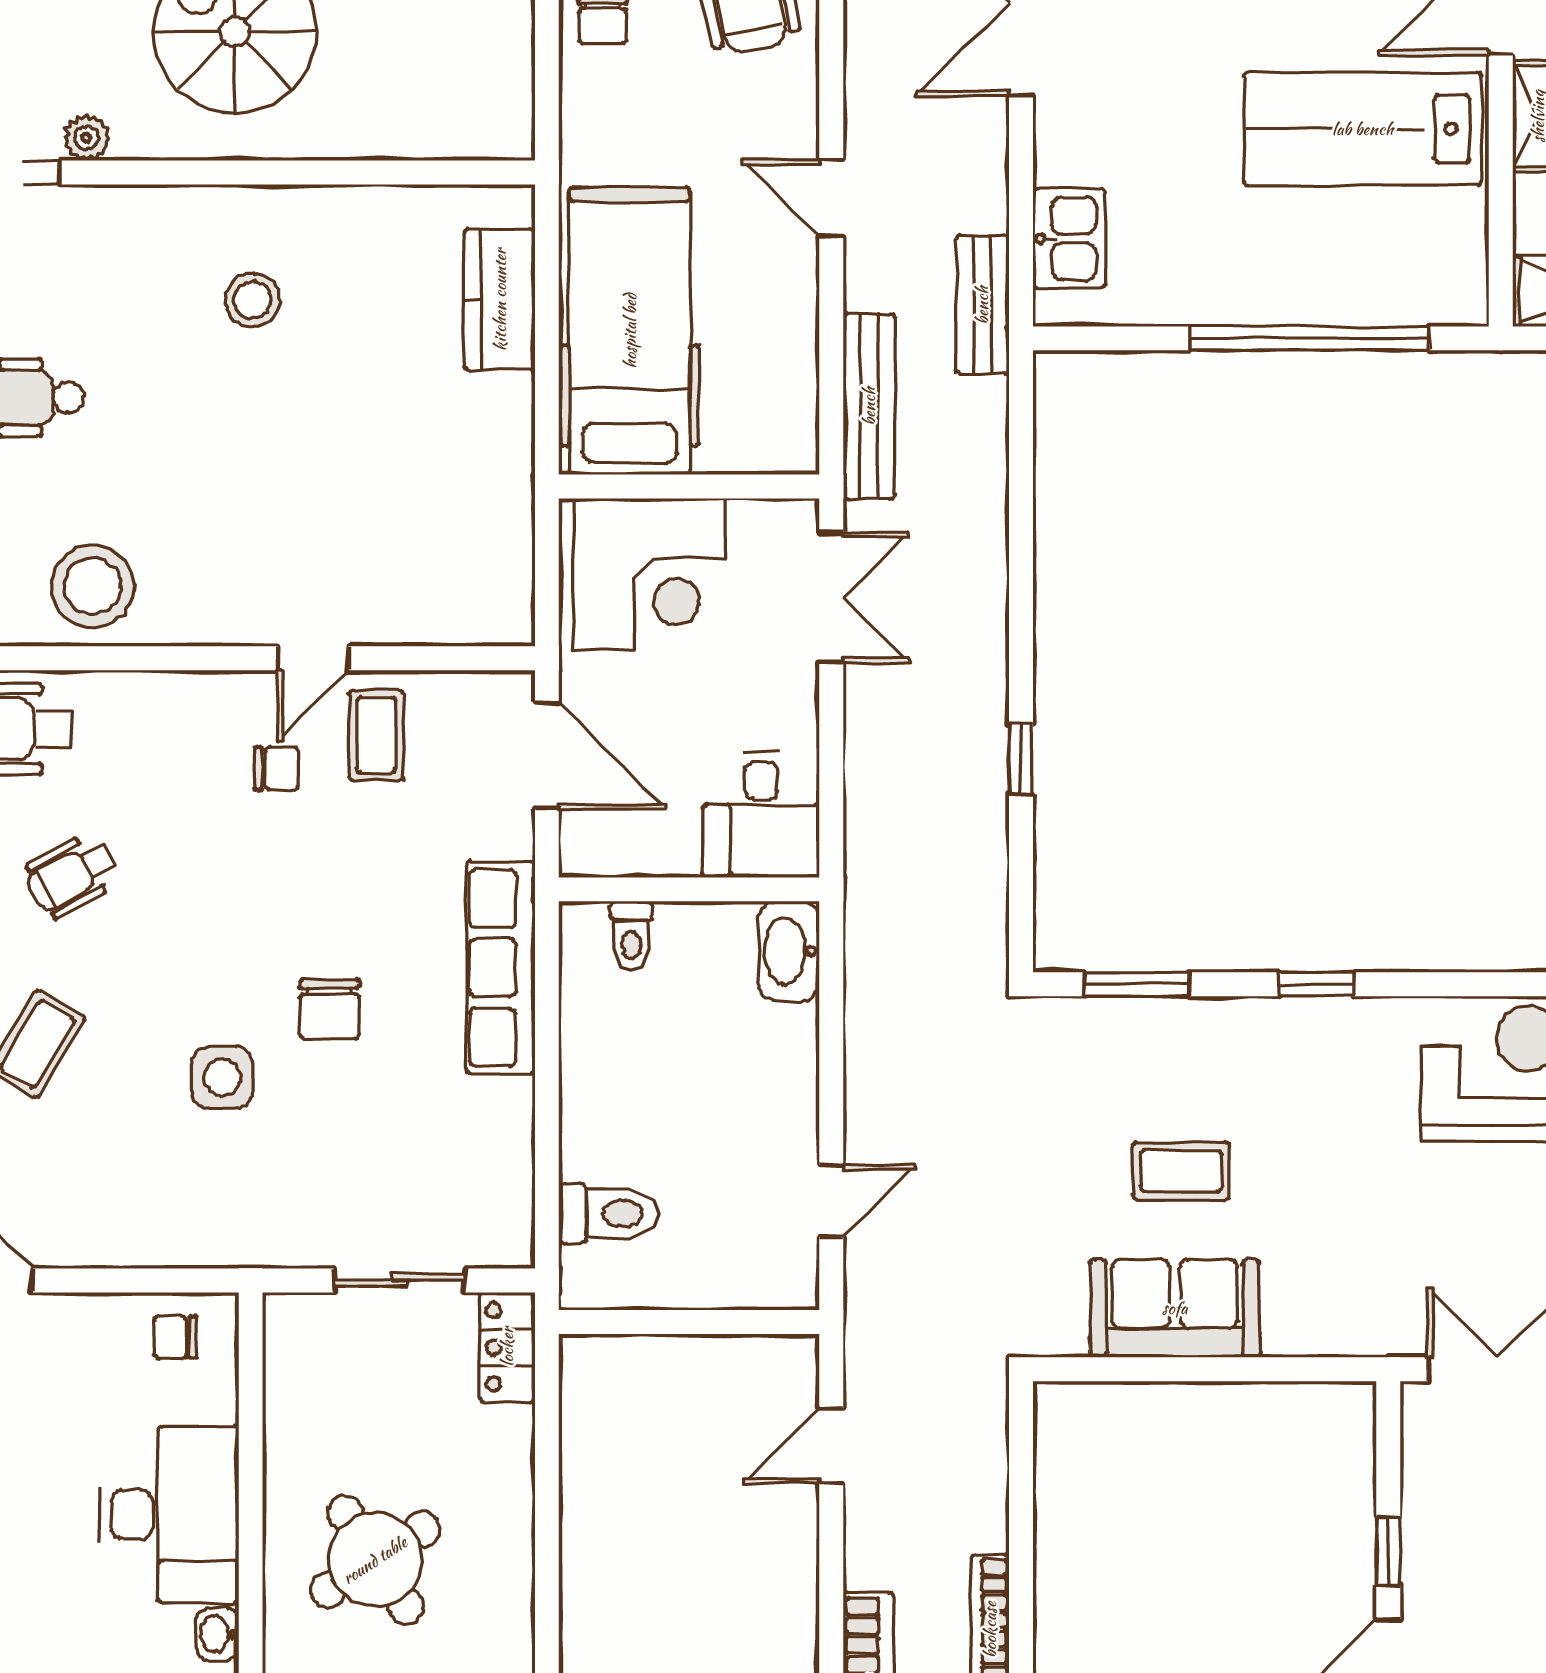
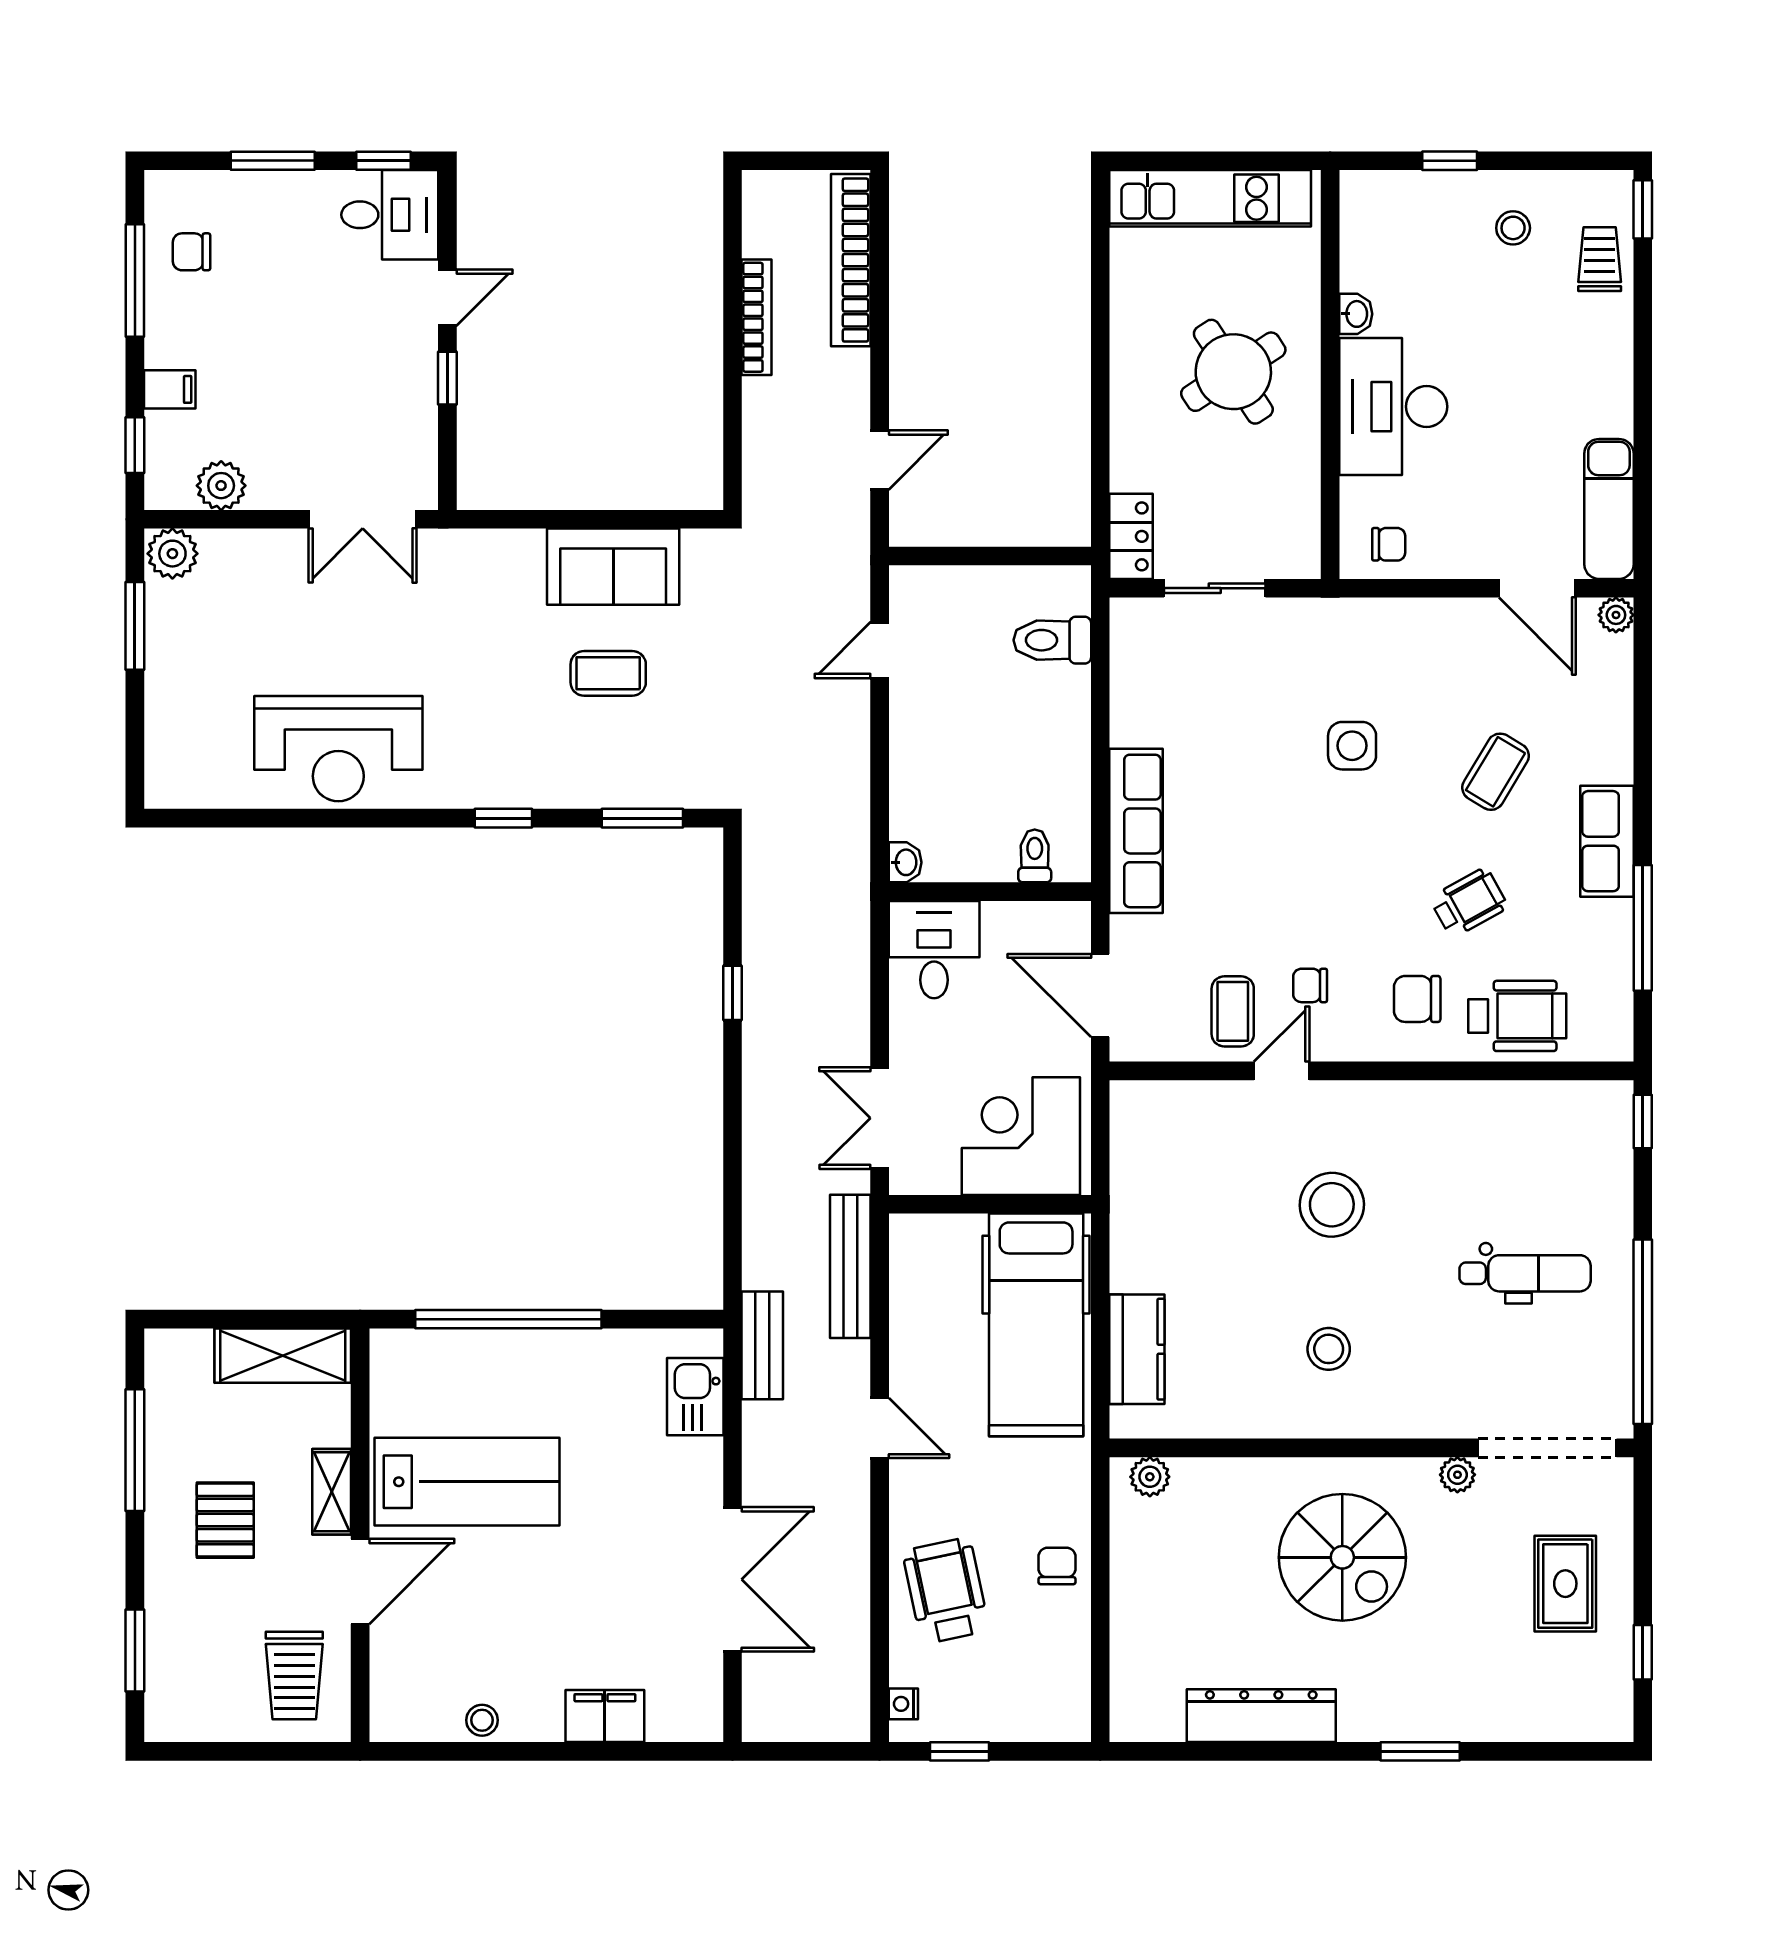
plant: (483, 135) -> (1150, 1477), added
stool: (92, 586) -> (1332, 1205), moved
washbasin: (789, 951) -> (905, 862), width x0.52, depth x0.69
chair: (330, 1009) -> (1417, 999), moved, turned -90

